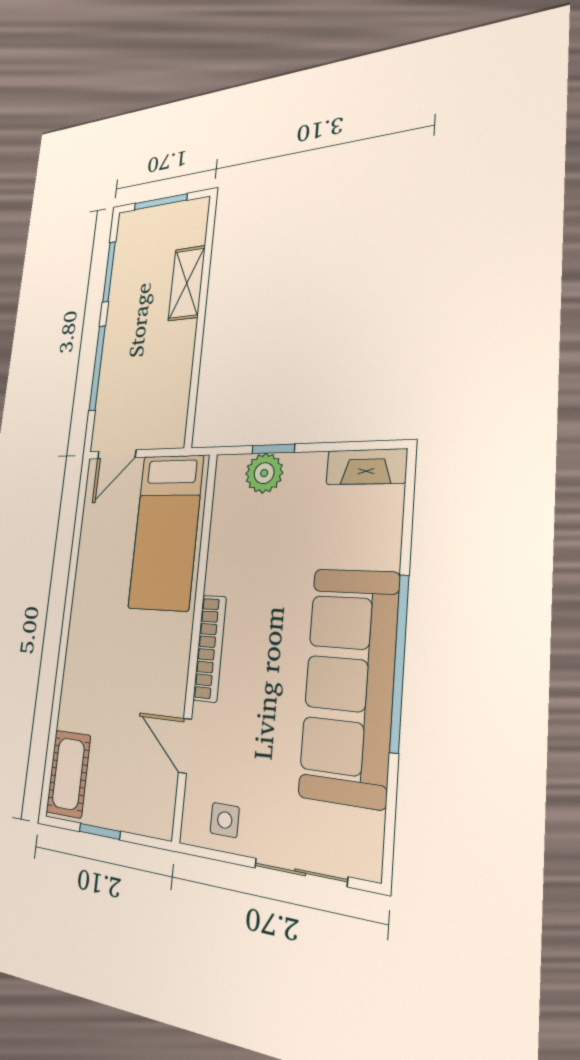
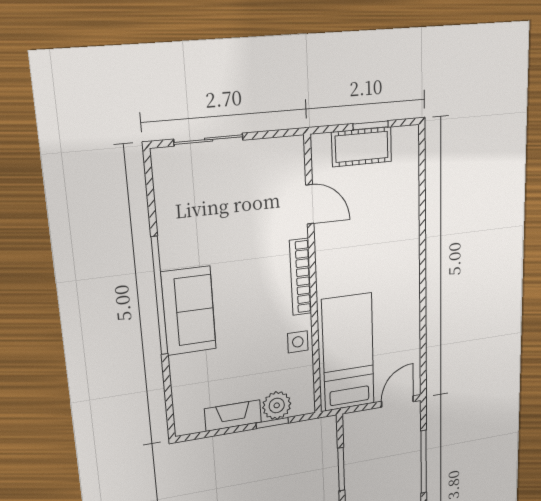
window: (196, 371) -> (341, 469), added
fireplace: (366, 467) -> (233, 416), moved
sofa: (349, 685) -> (189, 311), width x0.54, depth x0.79
cot: (68, 774) -> (362, 147), moved, turned 90
side table: (225, 820) -> (298, 342), moved

